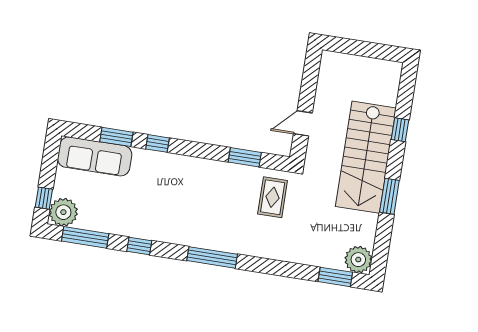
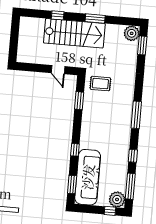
window: (116, 137) -> (72, 184), moved
sofa: (95, 156) -> (88, 177), width x1.36, depth x1.27

